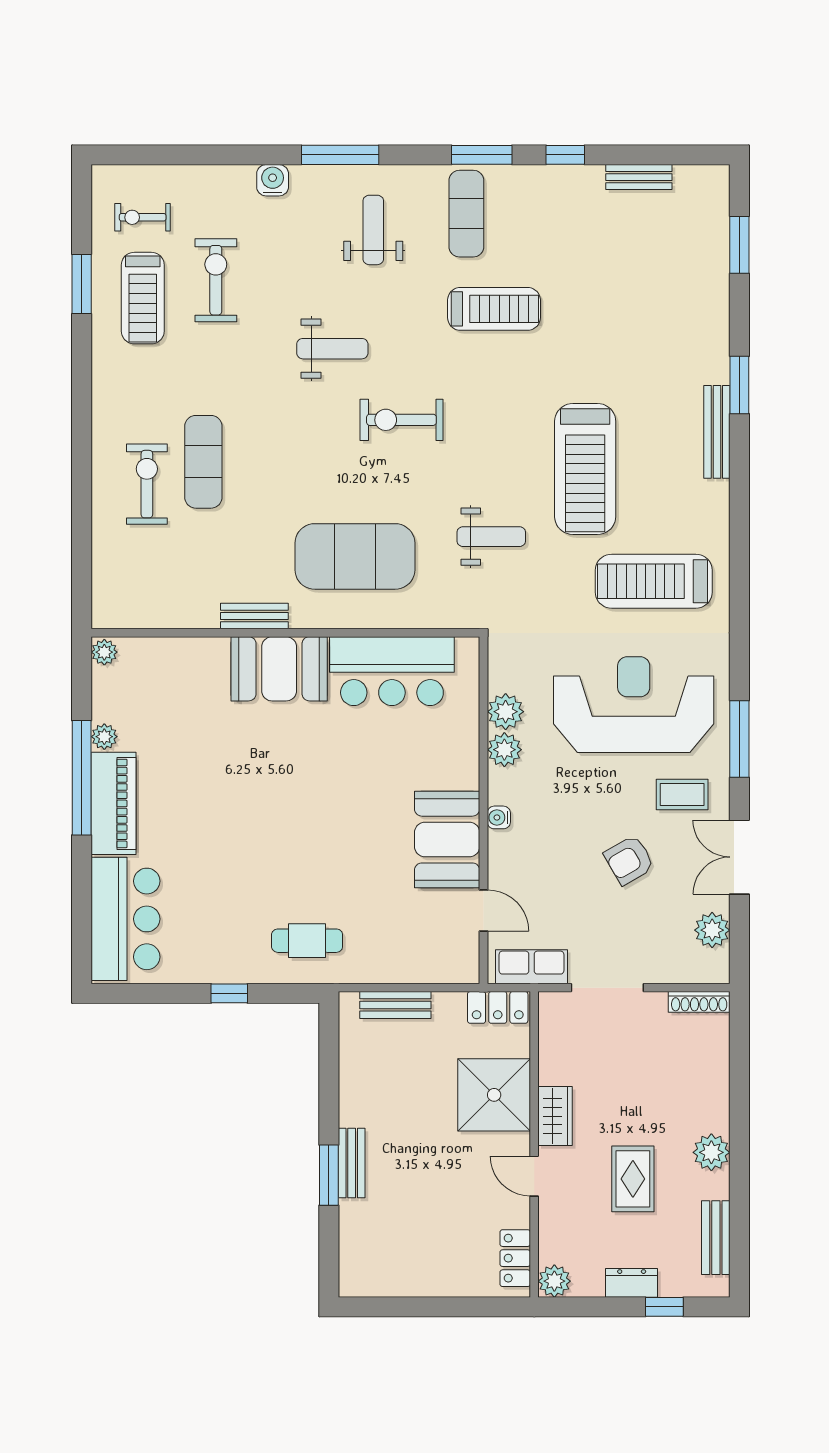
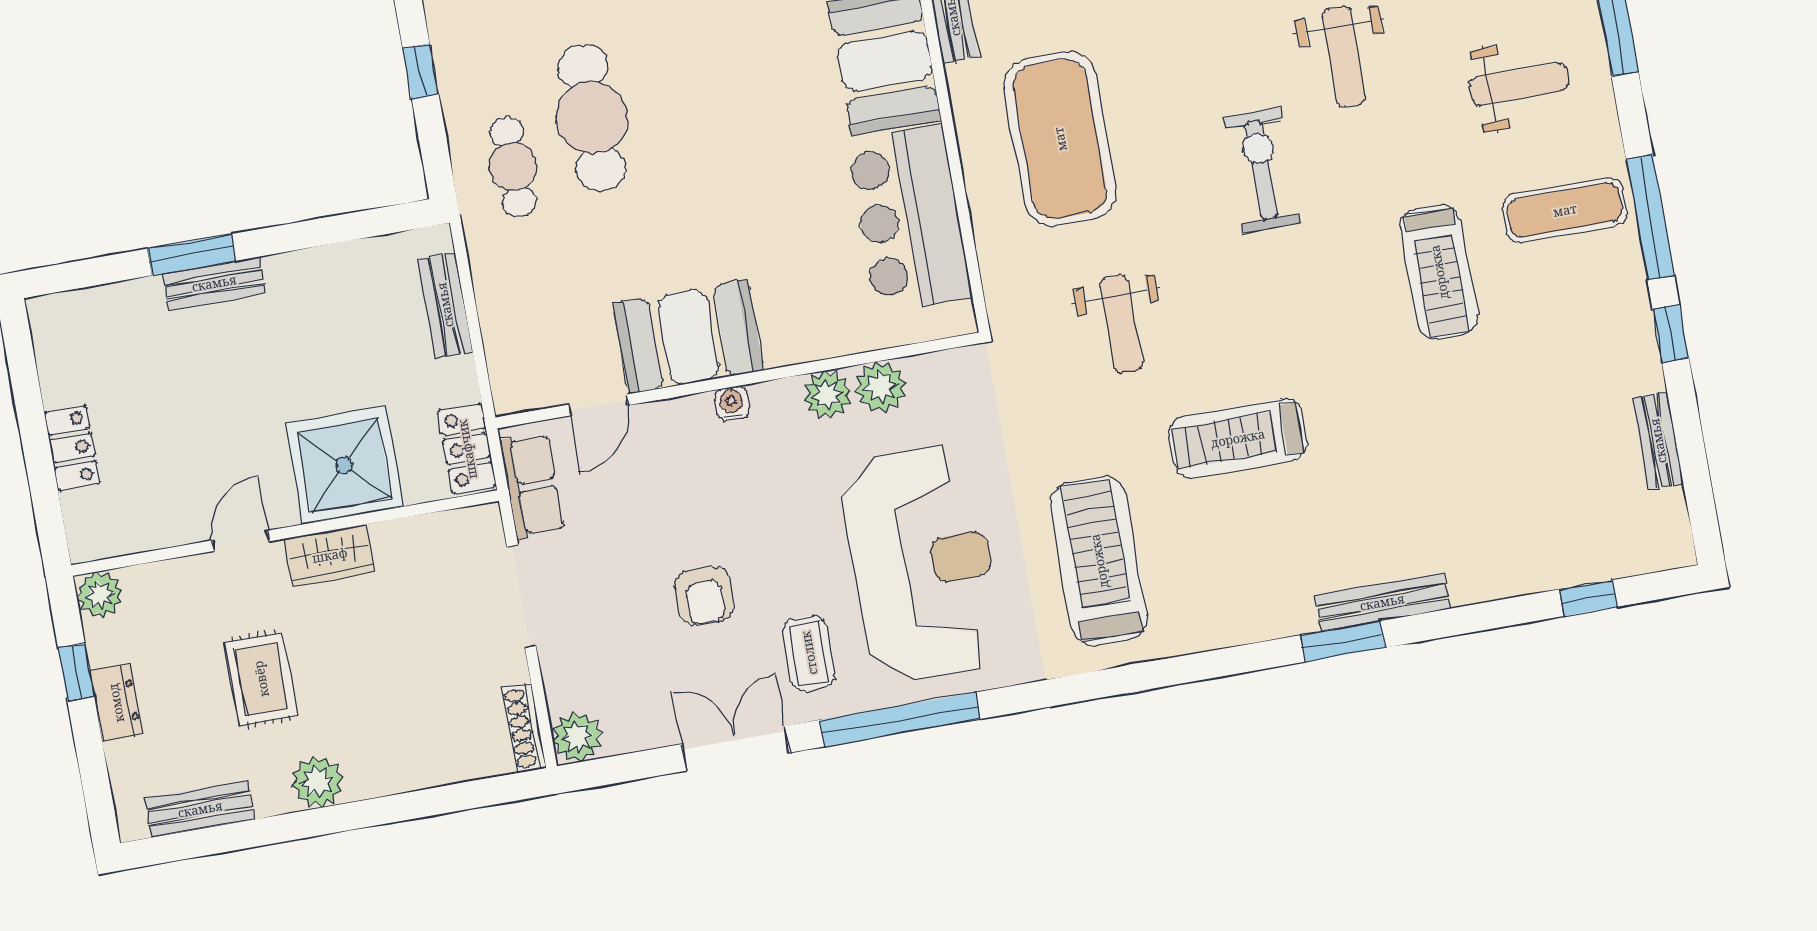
window: (482, 155) -> (1650, 217), width x1.44
window: (739, 245) -> (1588, 598), width x0.67
window: (739, 385) -> (1343, 641), moved
bench: (717, 432) -> (1382, 602), moved
treadmill: (585, 469) -> (1238, 438), width x0.73, depth x0.73
window: (739, 739) -> (900, 719), width x1.46
armchair: (629, 860) -> (704, 596), turned -150
cafe table: (282, 880) -> (592, 117), added
plant: (712, 930) -> (577, 737), moved
rug: (633, 1179) -> (261, 679), turned 90
locker: (515, 1258) -> (72, 448), moved, turned 90
window: (664, 1307) -> (76, 672), moved

